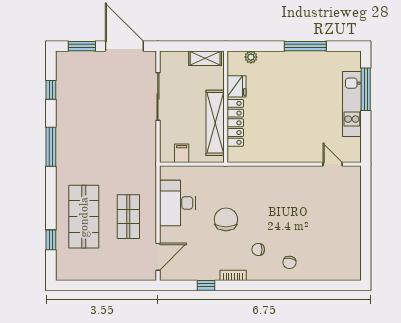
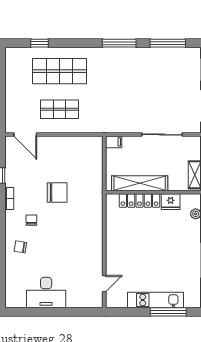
window: (51, 90) -> (168, 43), width x2.17
filing cabinet: (182, 153) -> (114, 142), moved
desk: (177, 203) -> (46, 293), moved, turned 180

